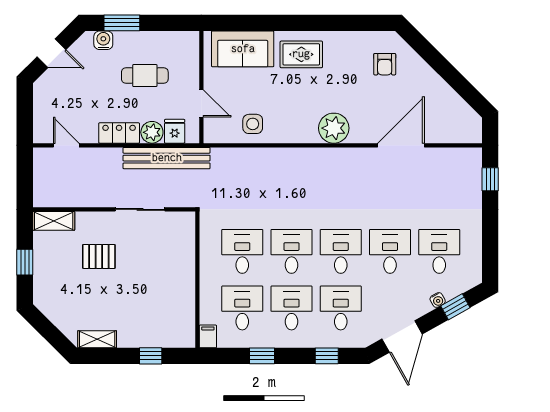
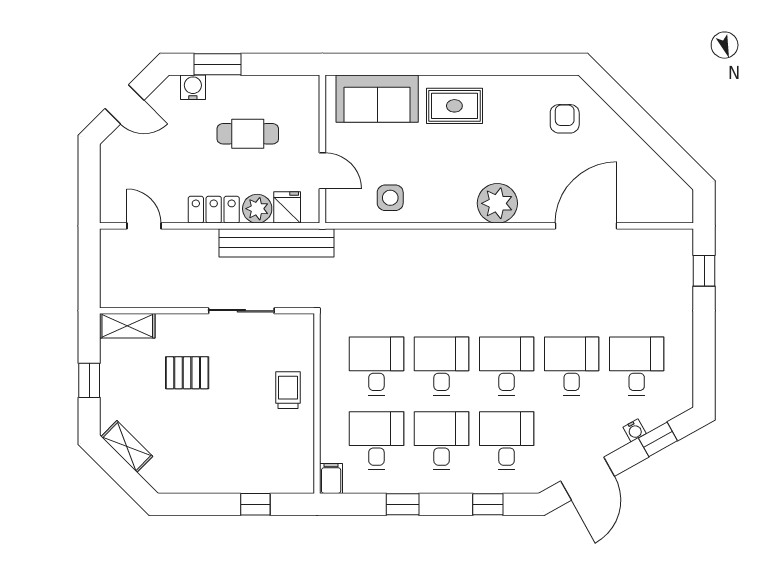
armchair: (385, 64) -> (565, 119), turned 180
trolley: (175, 270) -> (288, 390), added
shelving: (97, 339) -> (127, 446), moved, turned 45

